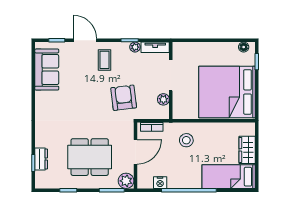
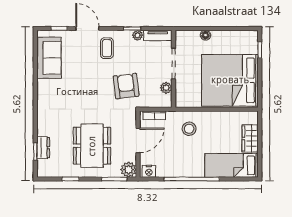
floor lamp: (244, 47) -> (206, 35), moved
dining table: (90, 157) -> (92, 146), turned 90
nightstand: (160, 183) -> (149, 171), moved

